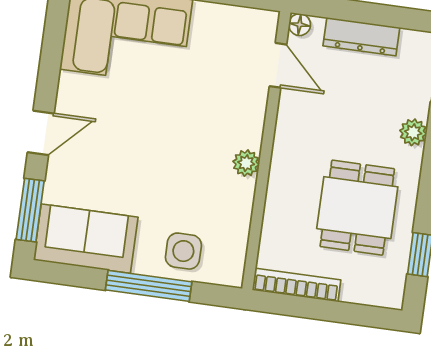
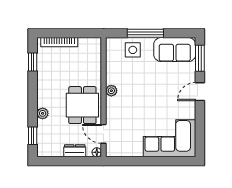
dresser: (361, 37) -> (75, 151), width x0.70
dining table: (357, 208) -> (82, 105), moved
bookcase: (297, 285) -> (59, 42), moved

